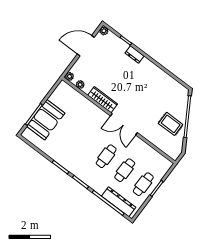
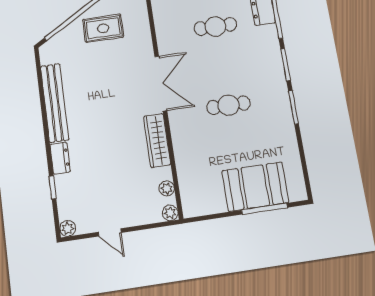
door: (86, 46) -> (110, 232), width x0.53
bench: (159, 74) -> (55, 103), added
rug: (171, 124) -> (103, 28), turned 90
cafe table: (106, 156) -> (229, 105), moved

